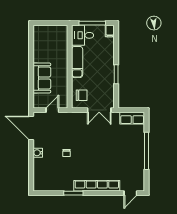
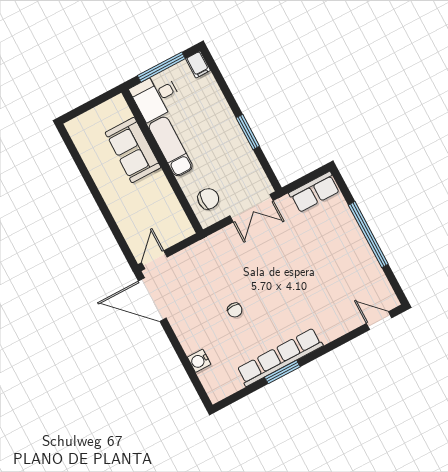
sofa: (42, 78) -> (133, 150), moved, turned 180
door: (52, 110) -> (154, 260), moved
water cooler: (38, 153) -> (199, 361), moved
row of seats: (97, 186) -> (280, 357), moved
door: (130, 193) -> (379, 321), swing flipped

